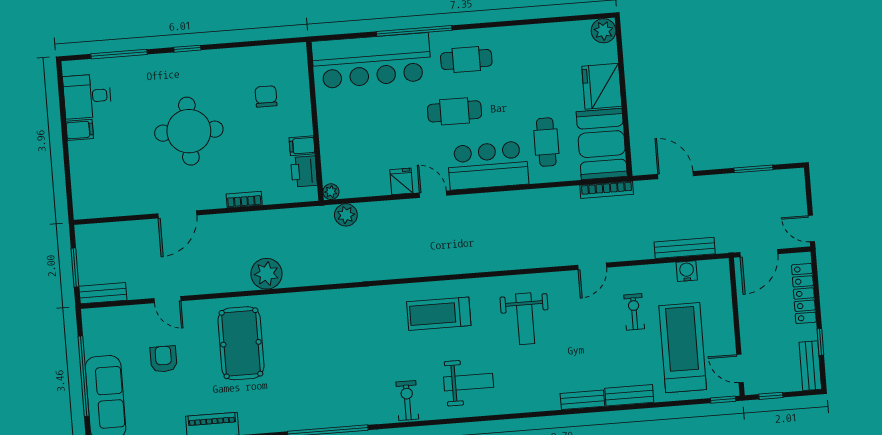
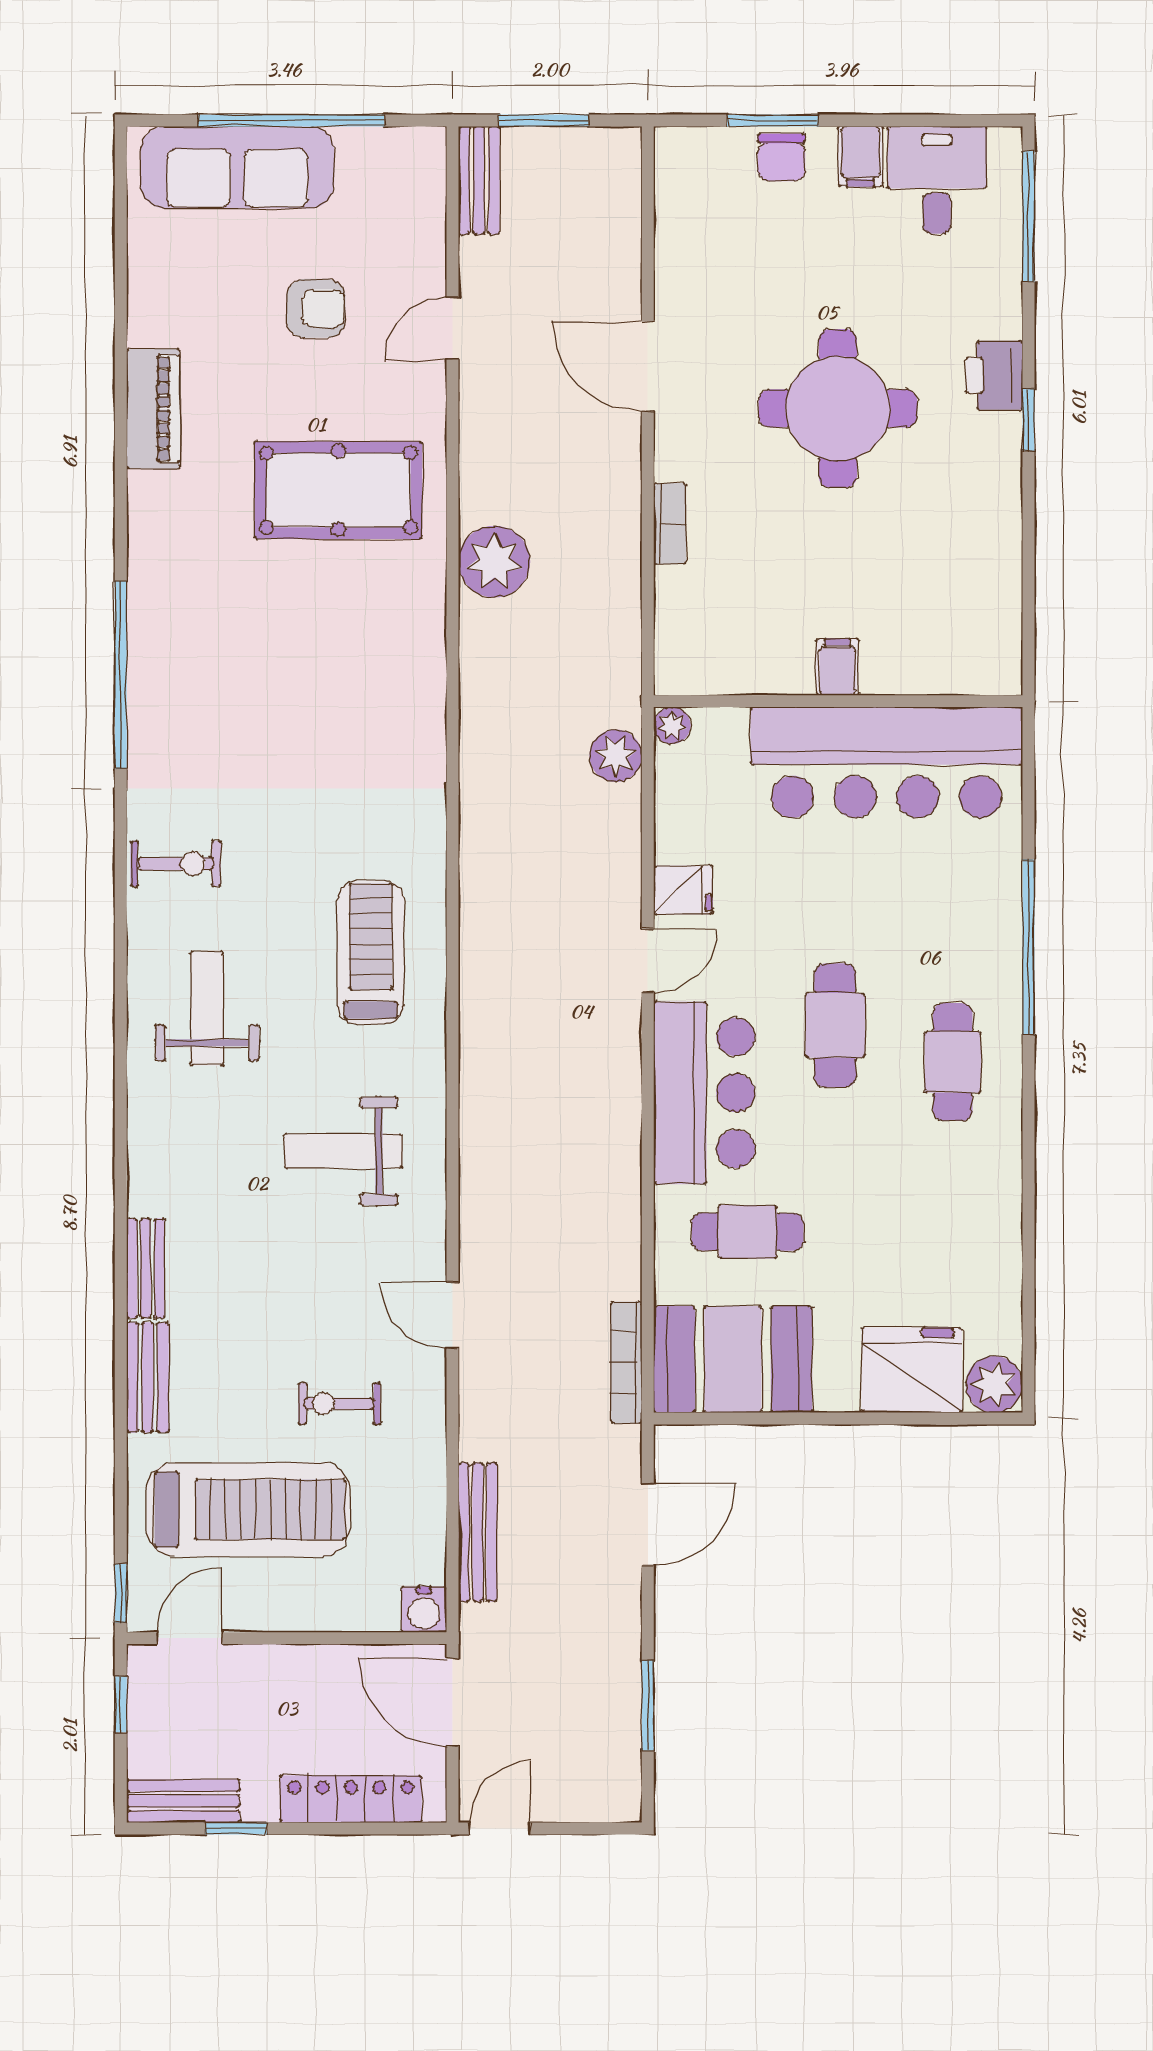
window: (119, 54) -> (1028, 216), moved
bar counter: (372, 61) -> (886, 762), moved, turned -90
fridge: (602, 86) -> (912, 1370), moved
chair: (266, 96) -> (781, 157), moved, turned 90
filing cabinet: (302, 146) -> (837, 667), moved
window: (67, 169) -> (773, 120), added
printer: (304, 171) -> (994, 375), moved, turned -90
water cooler: (687, 271) -> (424, 1609), moved, turned 90
exercise bike: (634, 312) -> (339, 1404), turned 180
weight bench: (469, 382) -> (207, 1009), turned 180

